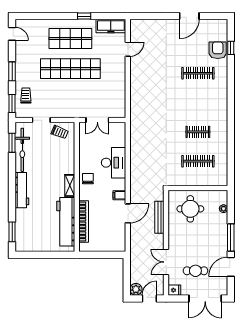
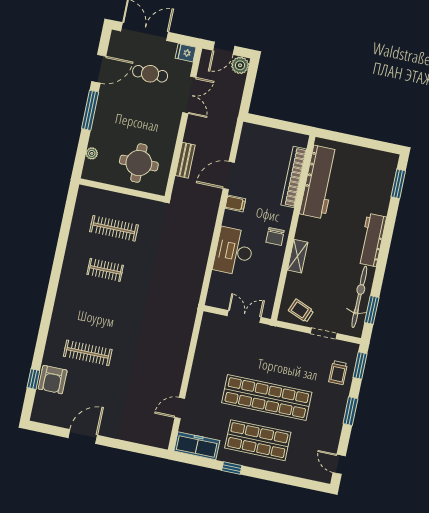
shelving: (70, 185) -> (298, 256), moved
bench: (159, 217) -> (185, 160), width x0.73

